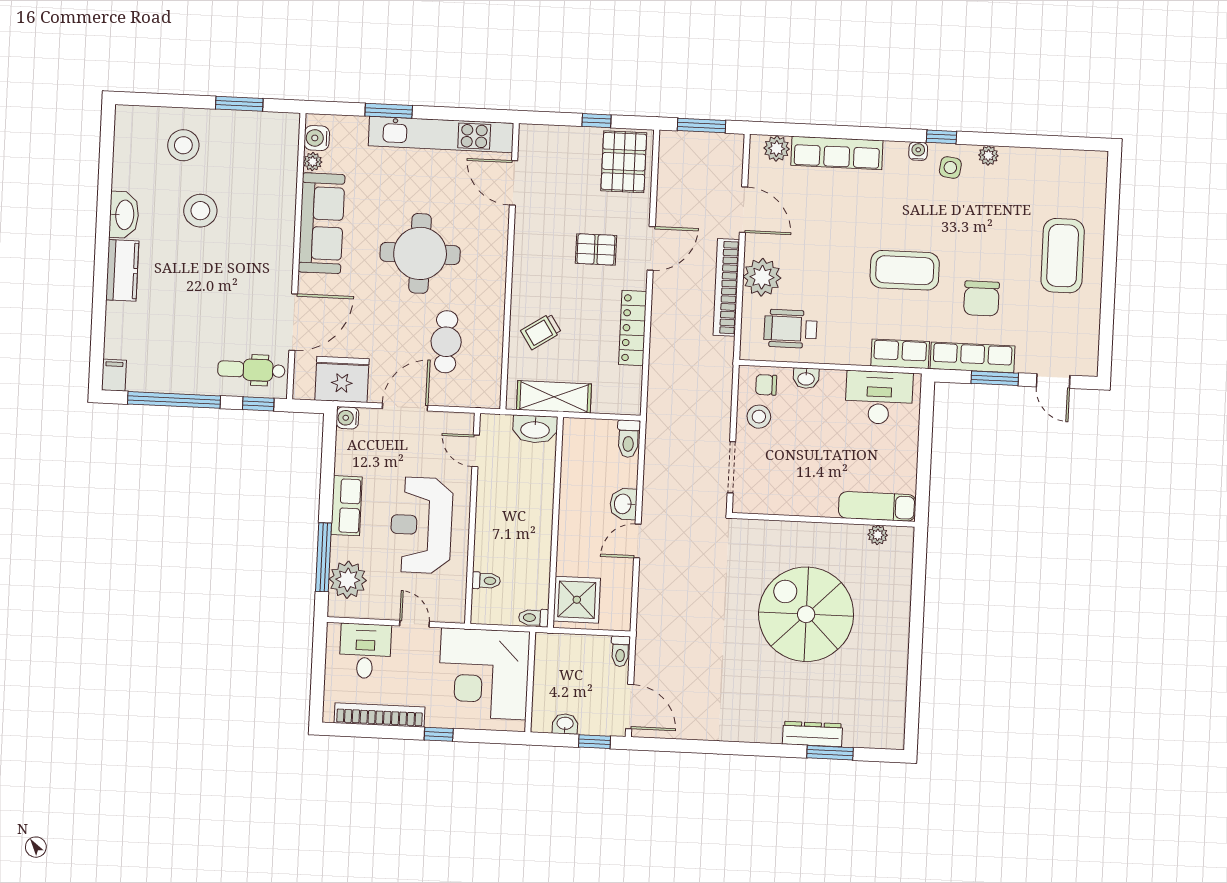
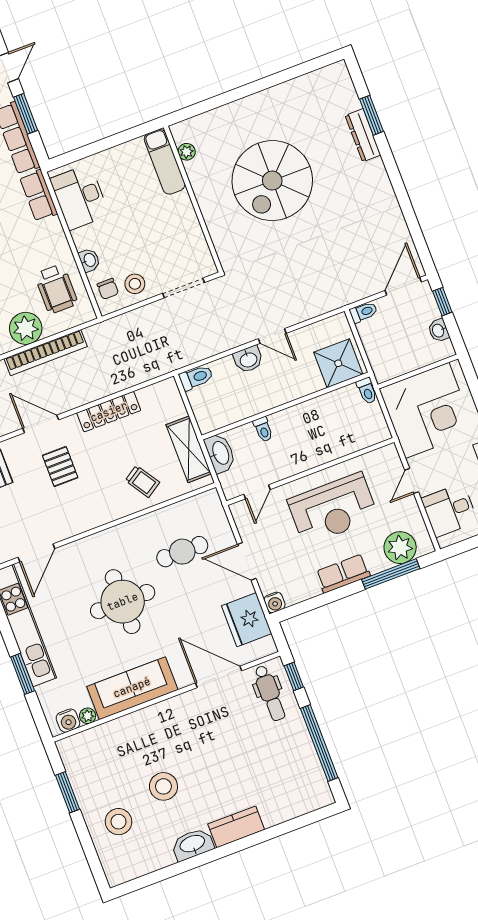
filing cabinet: (114, 375) -> (320, 798), removed
toilet: (486, 581) -> (263, 429), moved, turned 180

